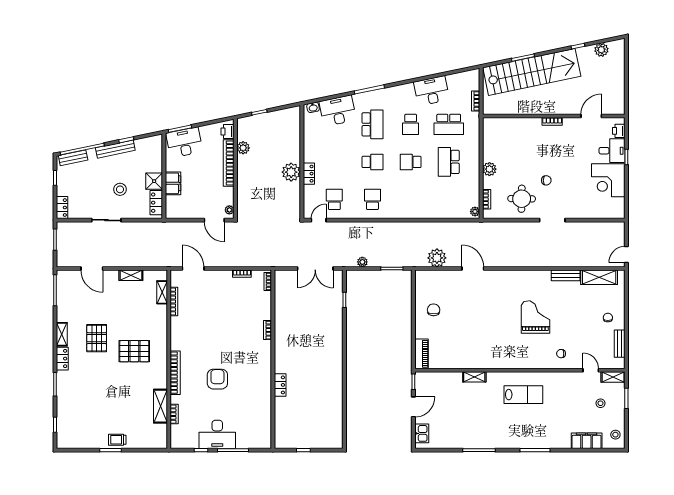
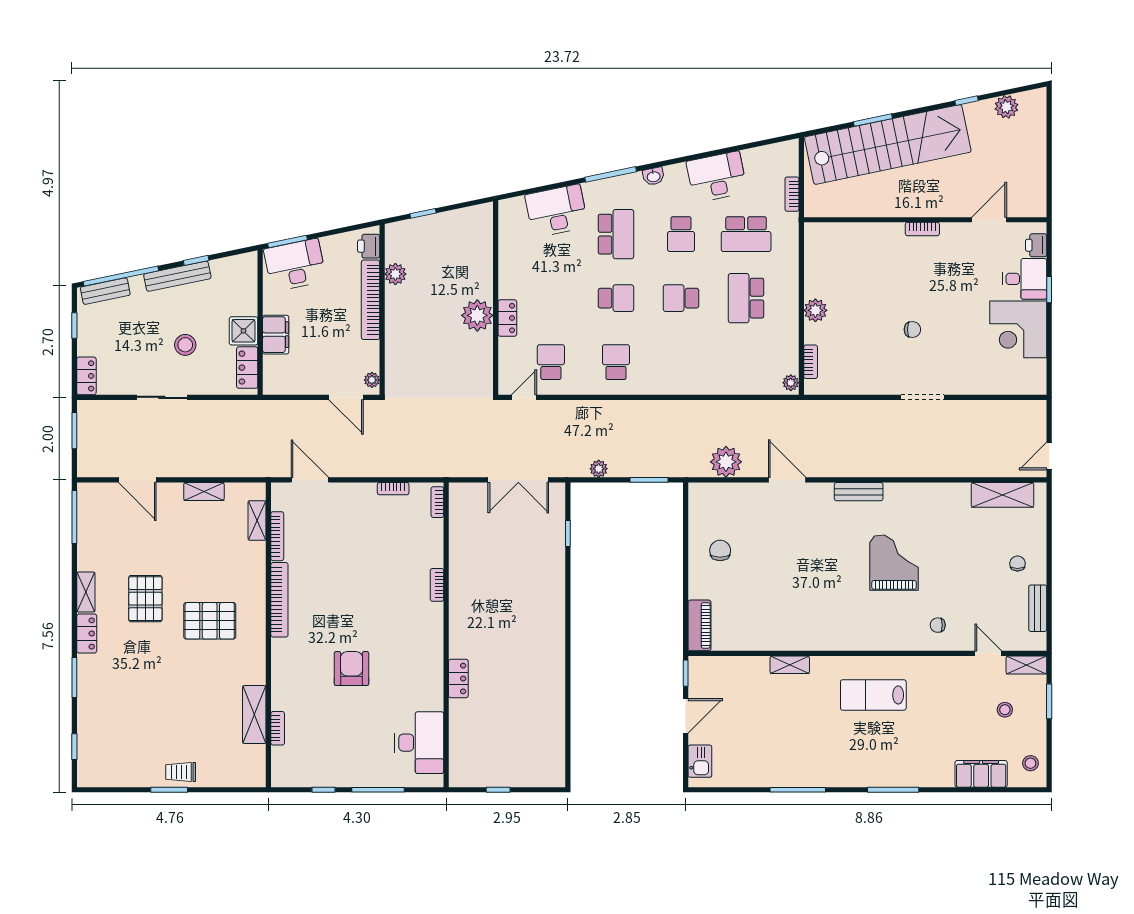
washbasin: (313, 107) -> (653, 176), moved
round table: (522, 199) -> (870, 361), removed
bench: (566, 275) -> (859, 492), moved
bookcase: (175, 373) -> (279, 600), moved
lab bench: (523, 395) -> (873, 695), turned 180
desk: (217, 434) -> (419, 743), moved, turned -90

